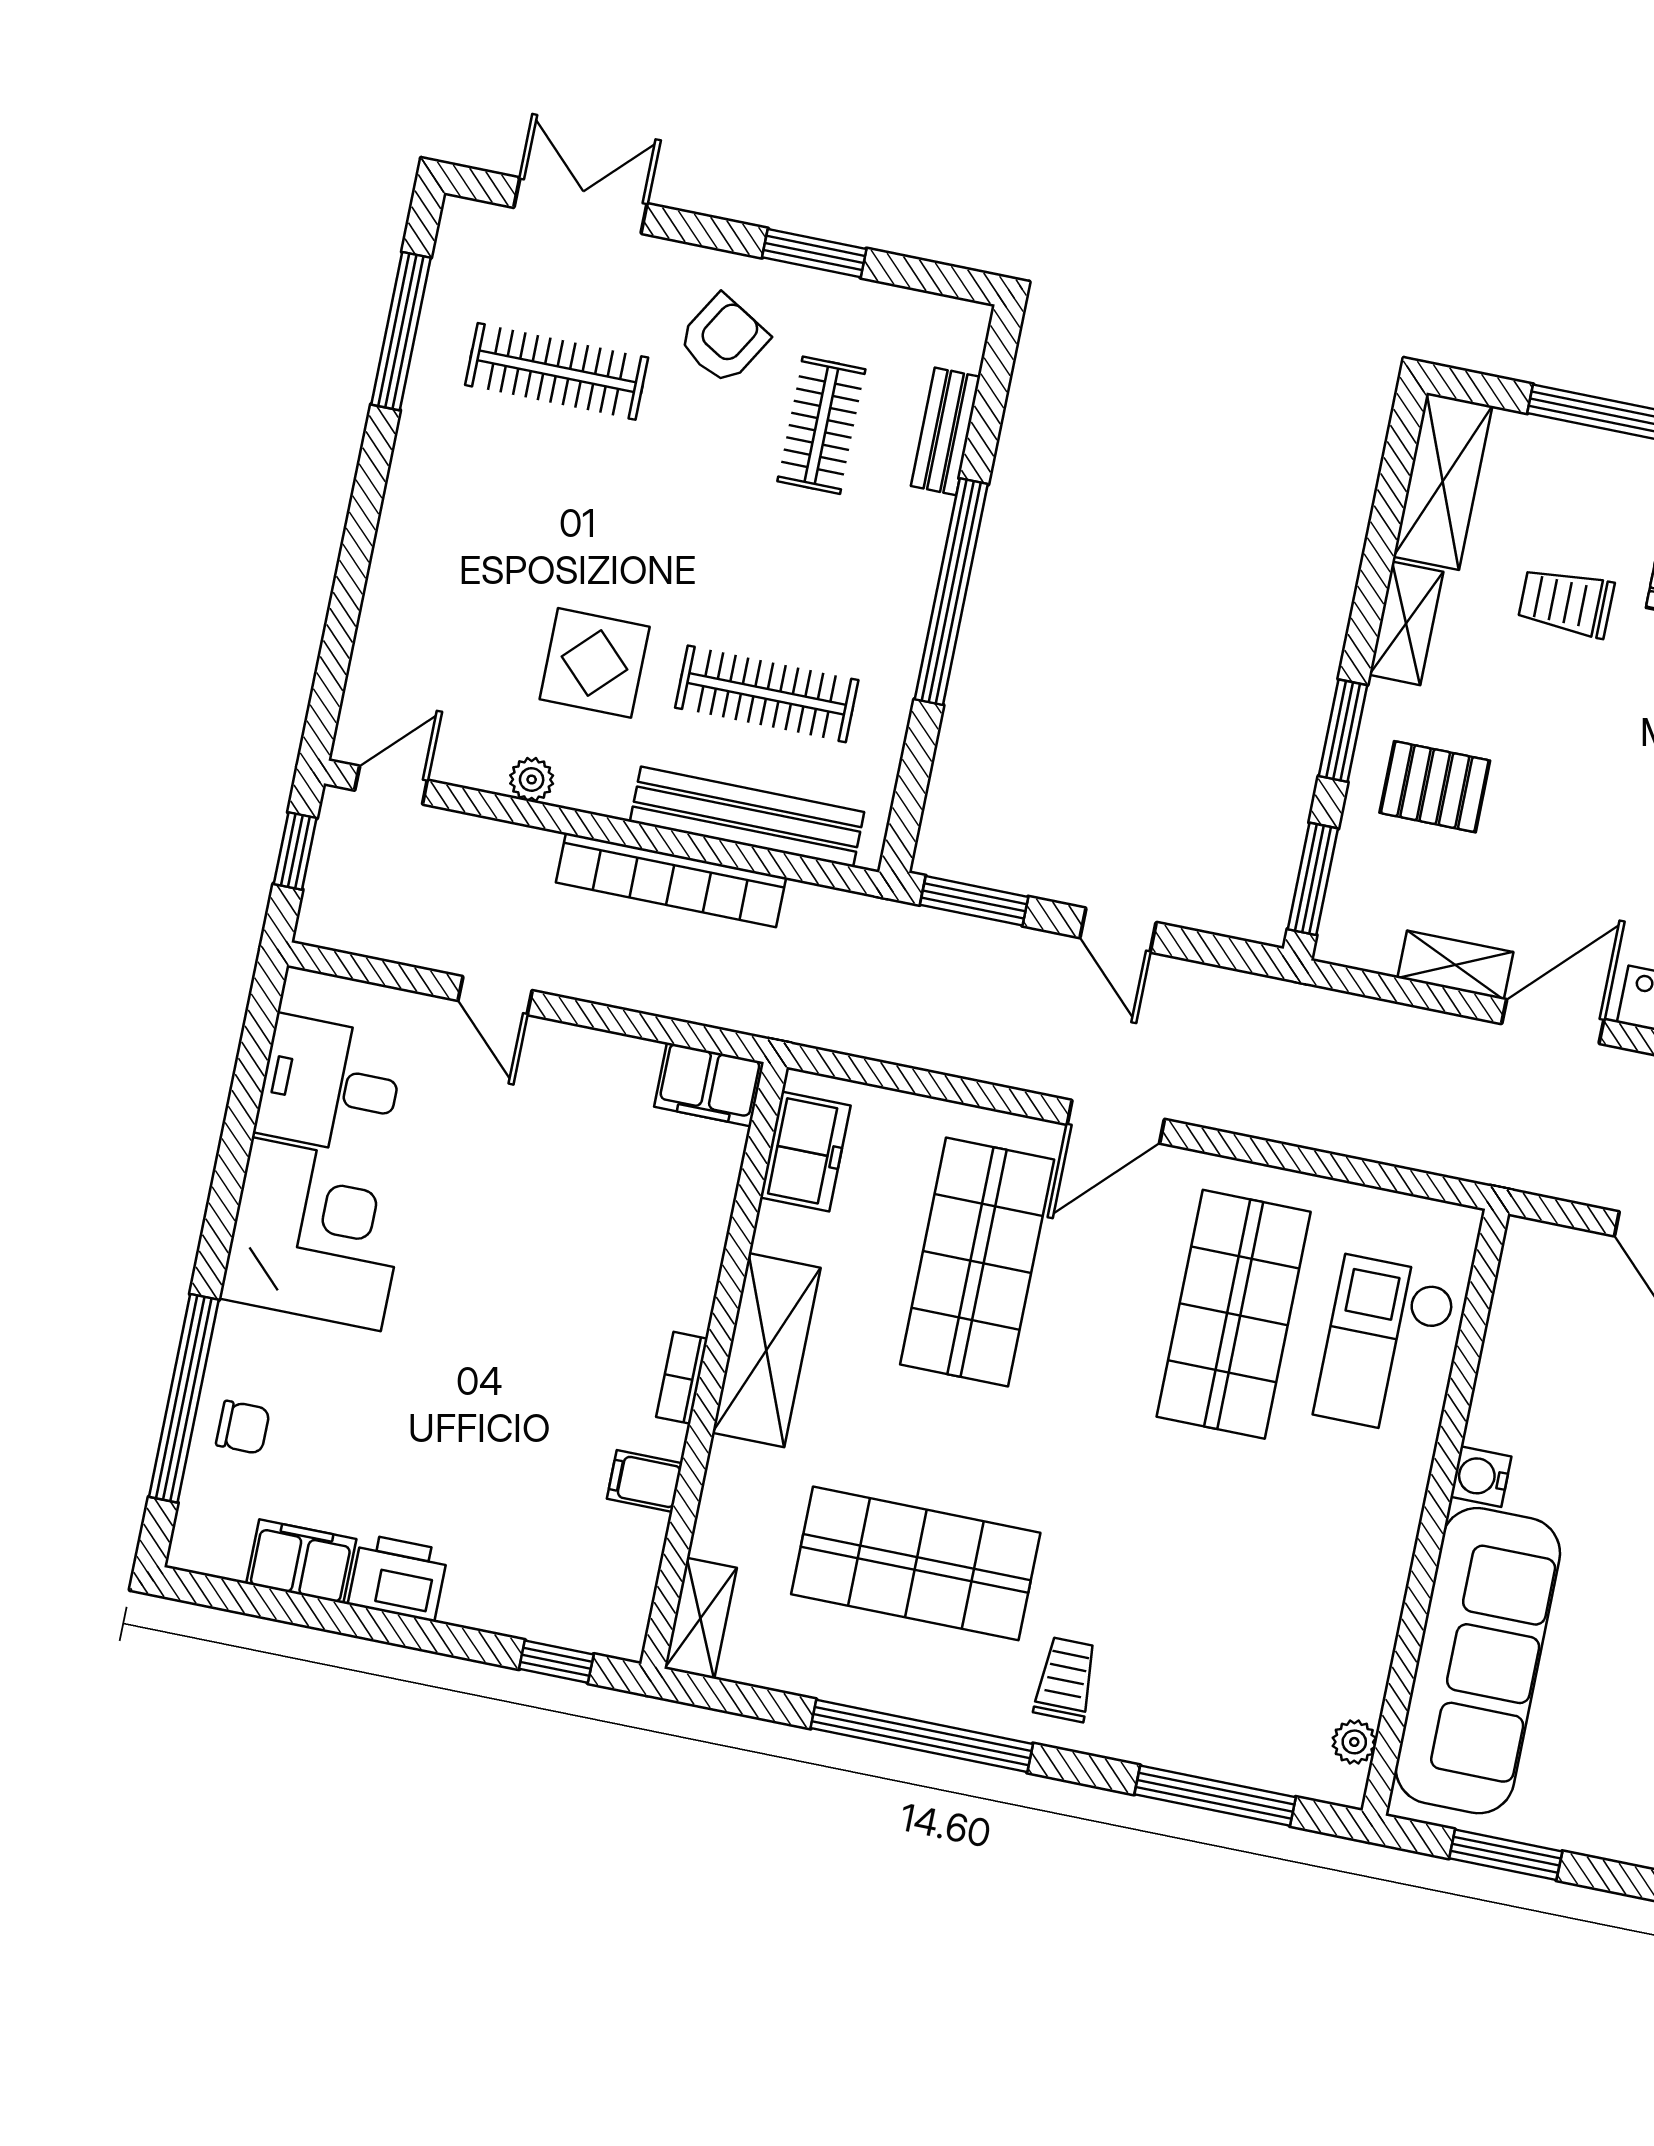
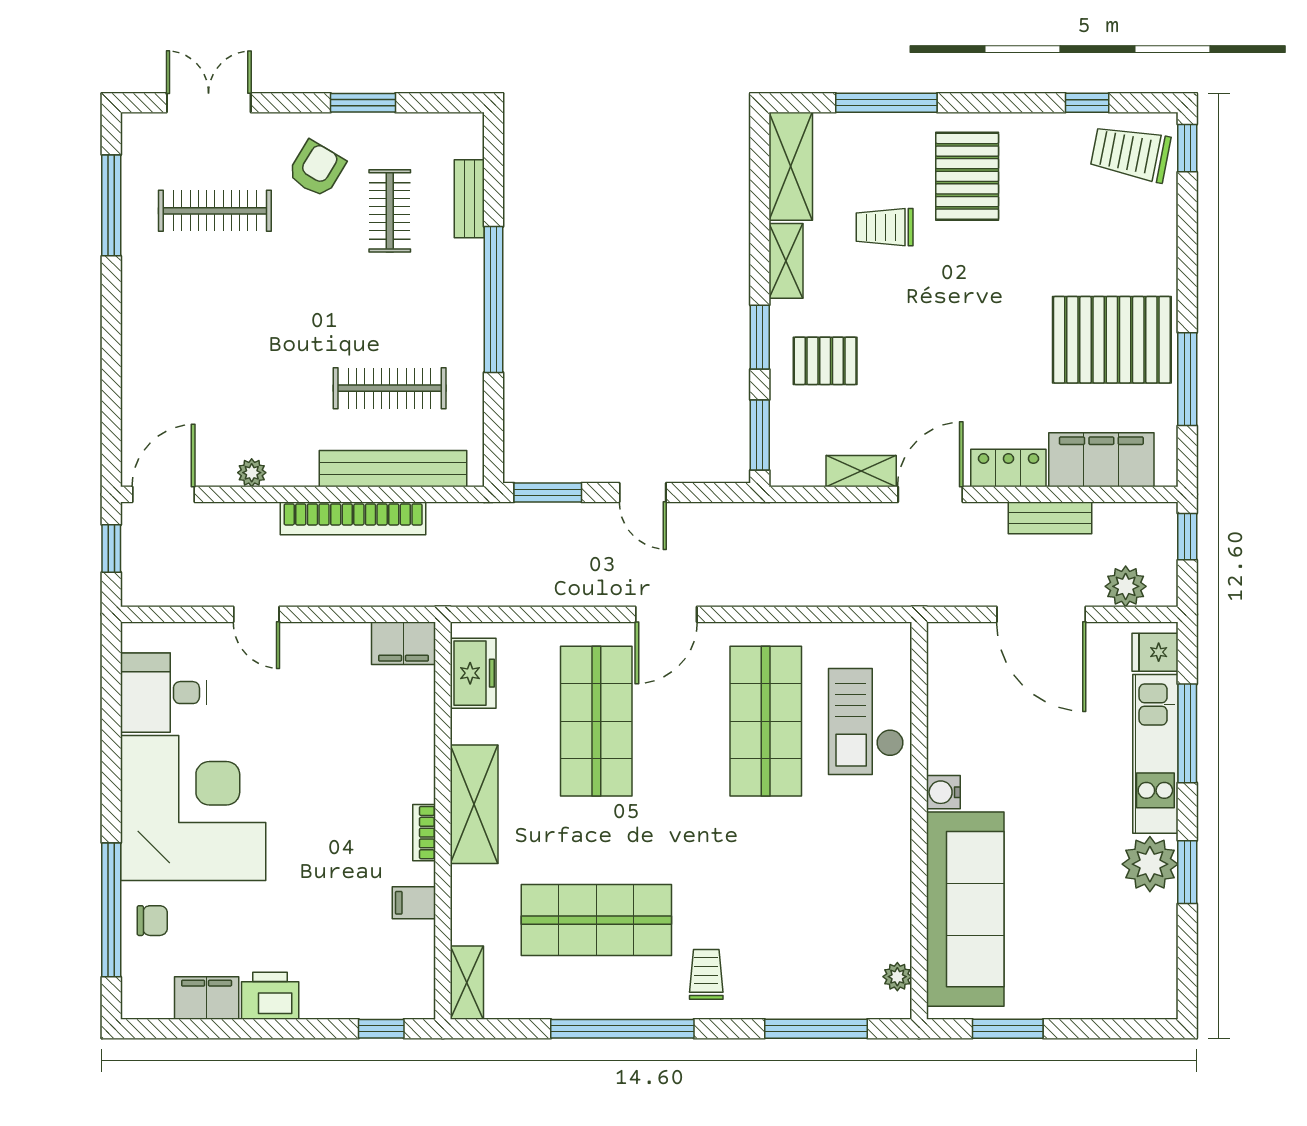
display table: (595, 663) -> (277, 391), removed
door: (391, 785) -> (163, 494), width x1.38
corner desk: (316, 1234) -> (193, 808), width x1.36, depth x1.36

